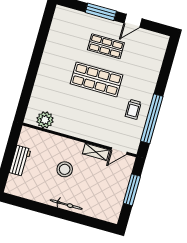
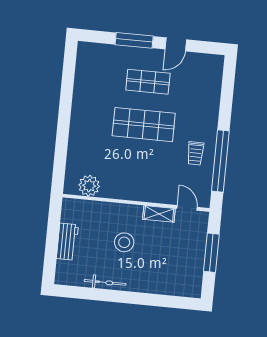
door: (119, 151) -> (187, 208), swing flipped
bicycle: (66, 205) -> (105, 282), moved

